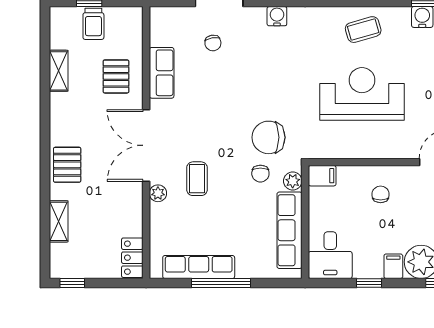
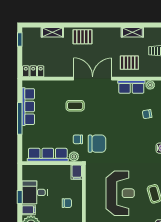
chair: (269, 137) -> (97, 144), turned 90
plant: (158, 193) -> (150, 85), moved
desk: (330, 255) -> (35, 192), moved

